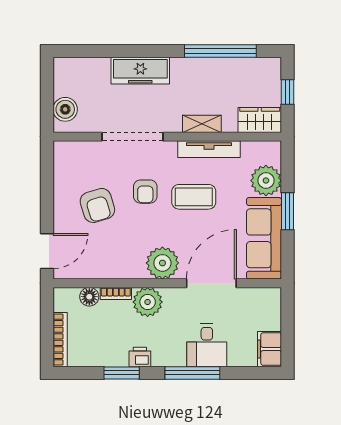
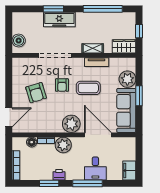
window: (129, 51) -> (53, 9), added
tv unit: (209, 149) -> (97, 62), width x0.71
door: (211, 283) -> (98, 135), hinge flipped

